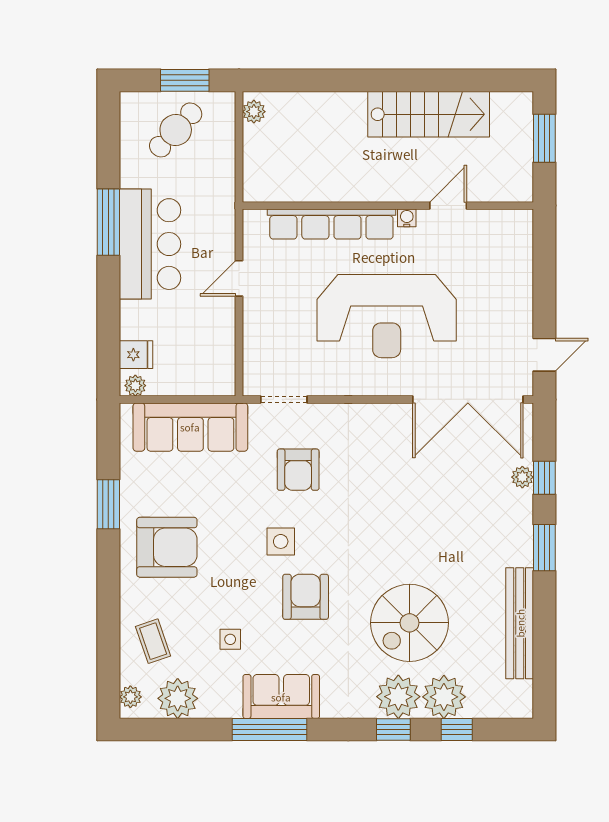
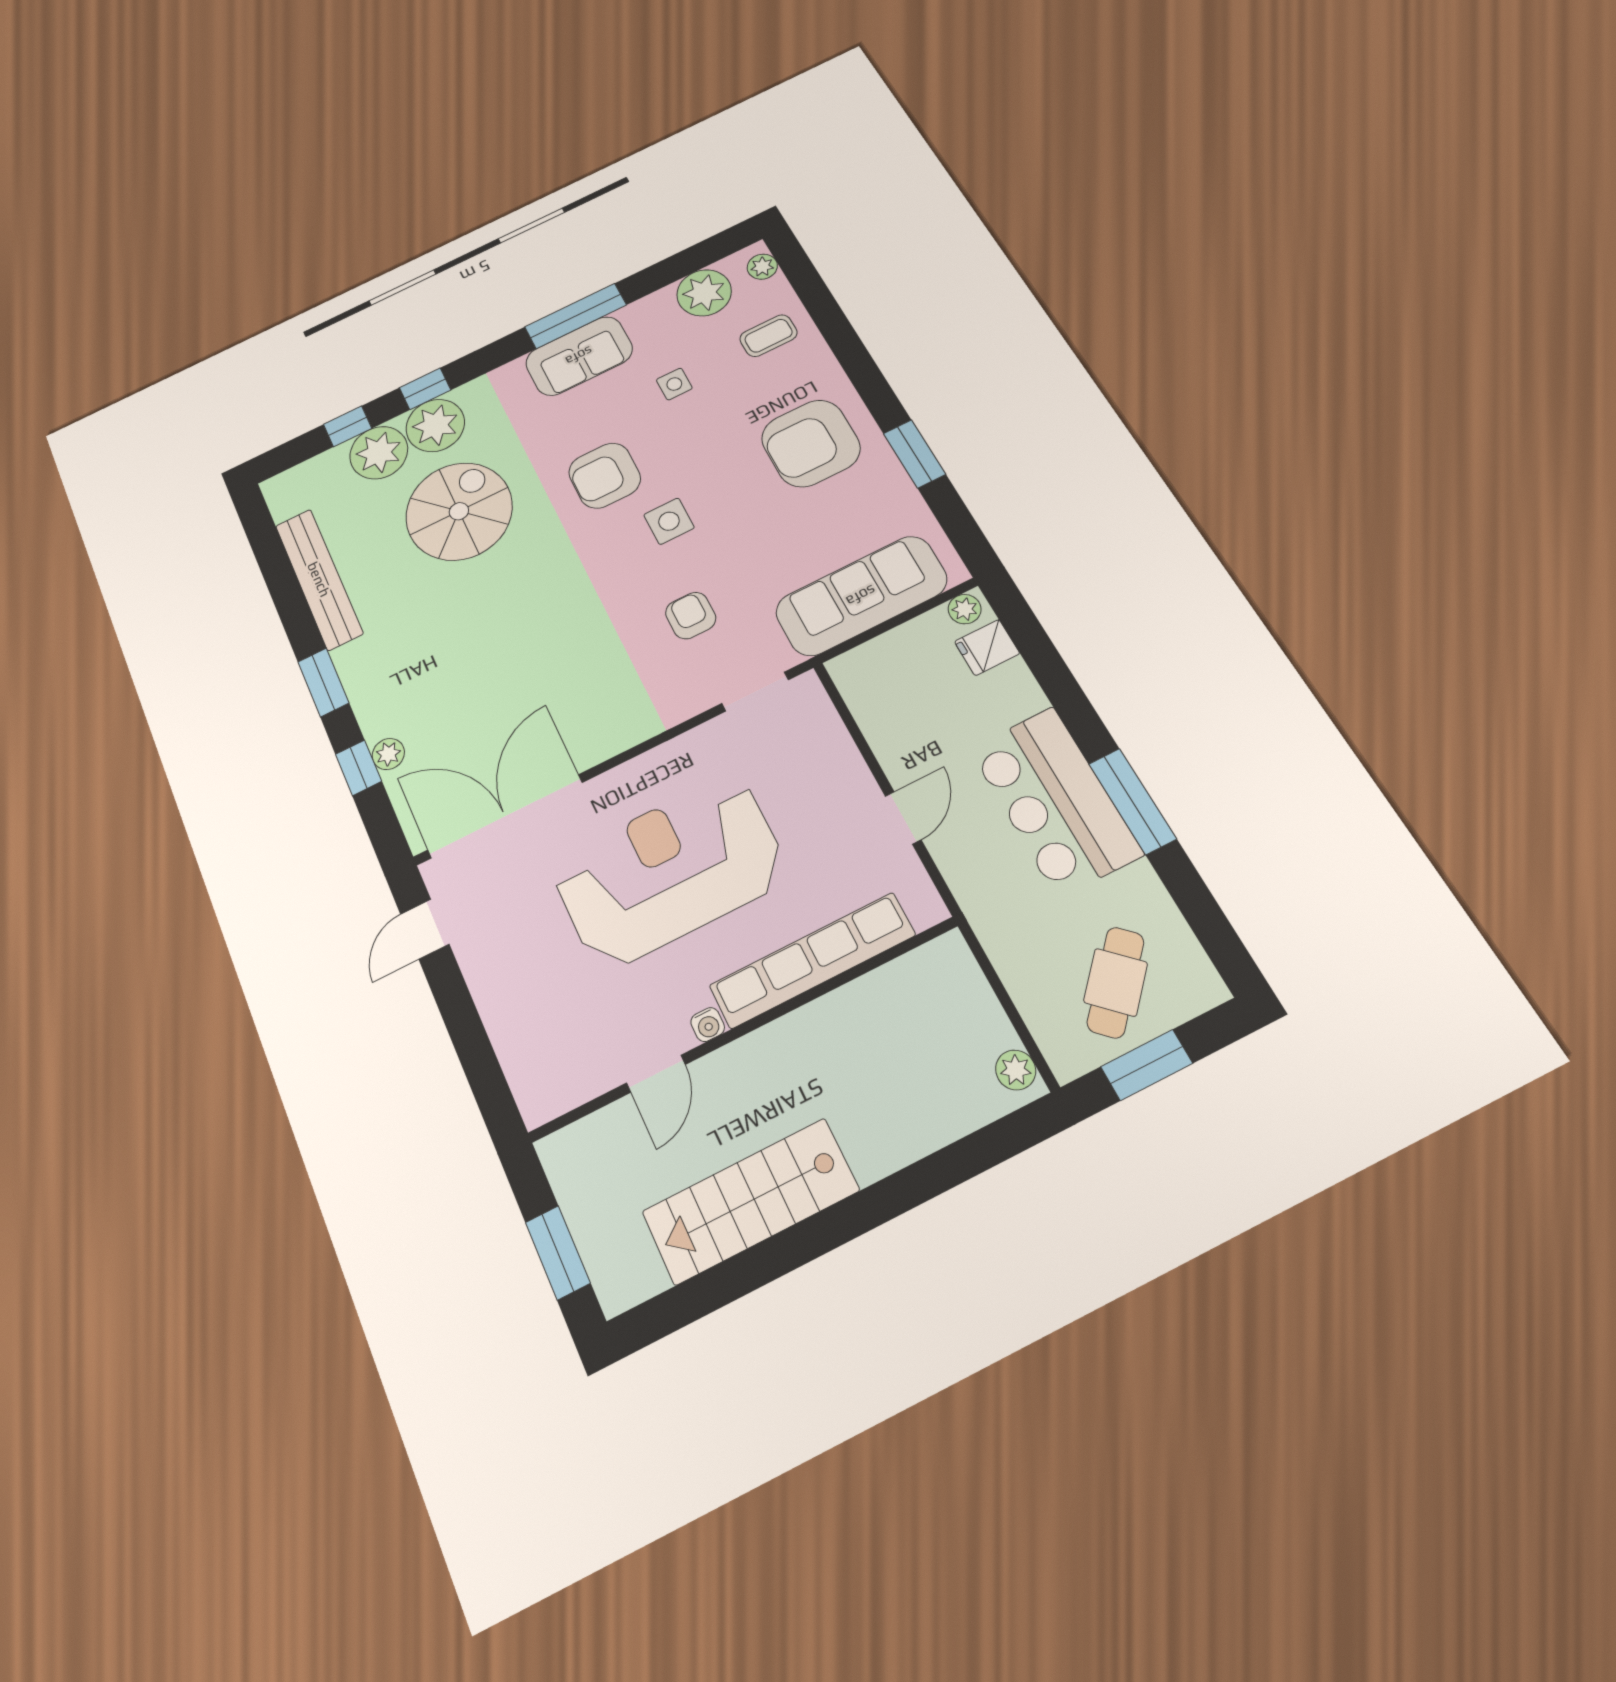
armchair: (298, 470) -> (691, 616), width x0.72, depth x0.72
armchair: (306, 597) -> (605, 476), turned 90
coffee table: (153, 641) -> (769, 336), turned -71

